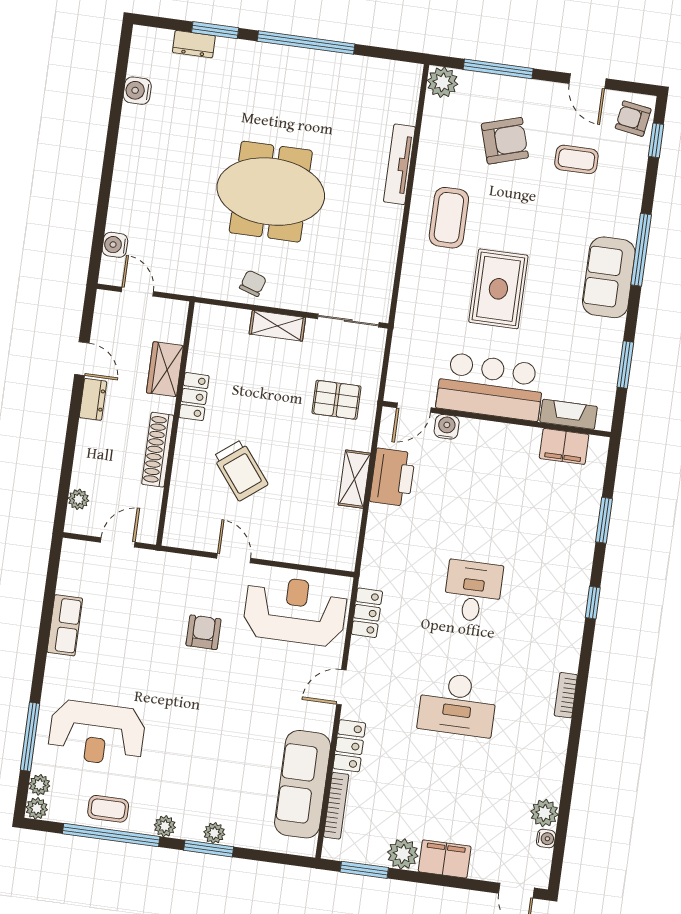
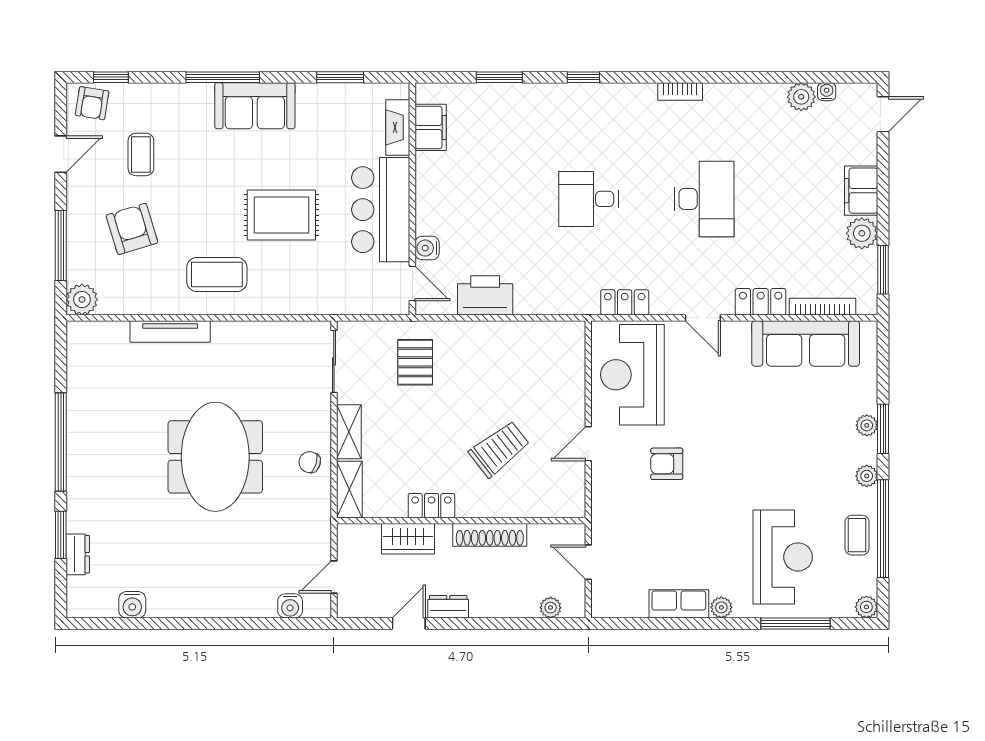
shelving: (354, 479) -> (349, 489), moved, turned 90
plant: (39, 785) -> (721, 607), moved

